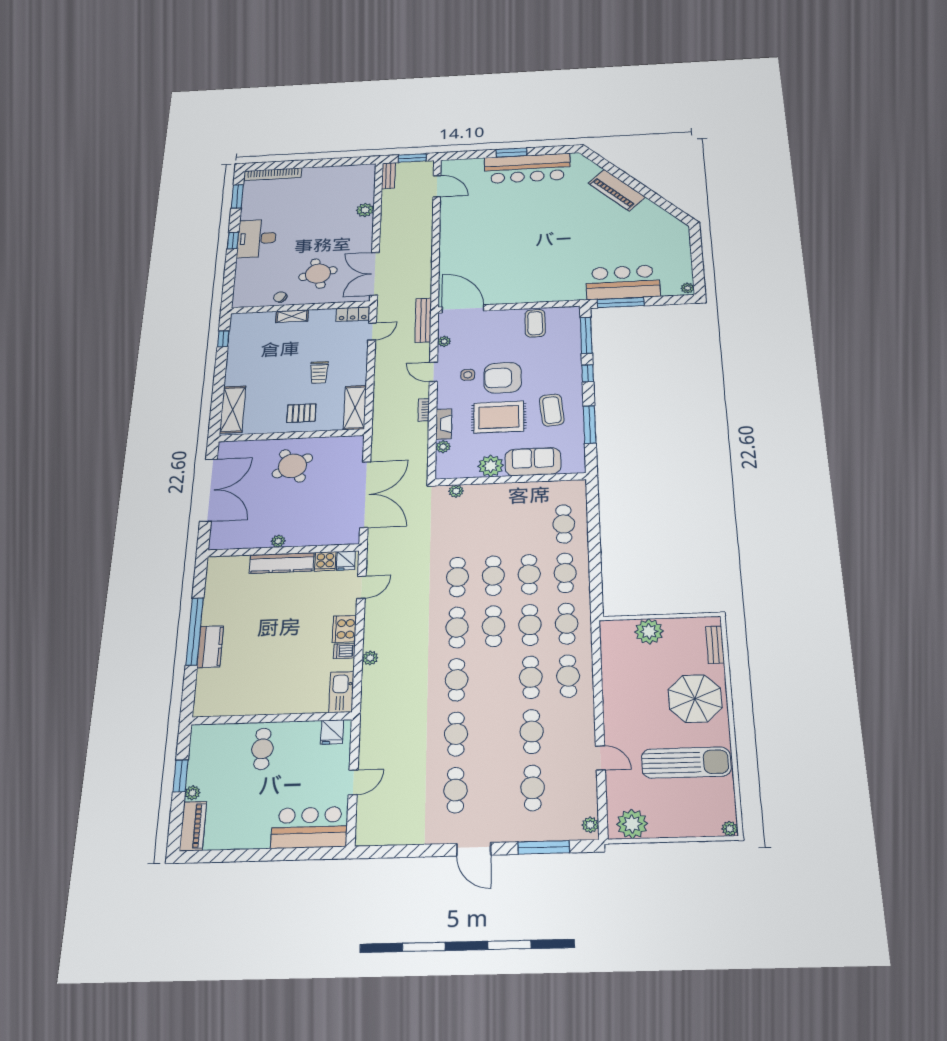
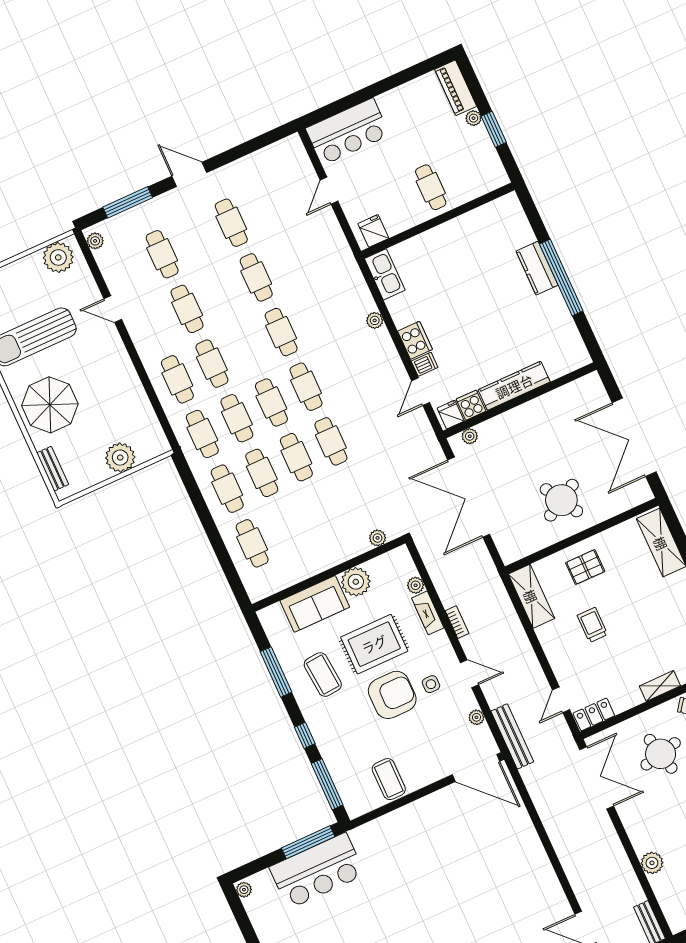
plant: (278, 541) -> (470, 436), moved
dishwasher: (344, 651) -> (425, 364), moved

